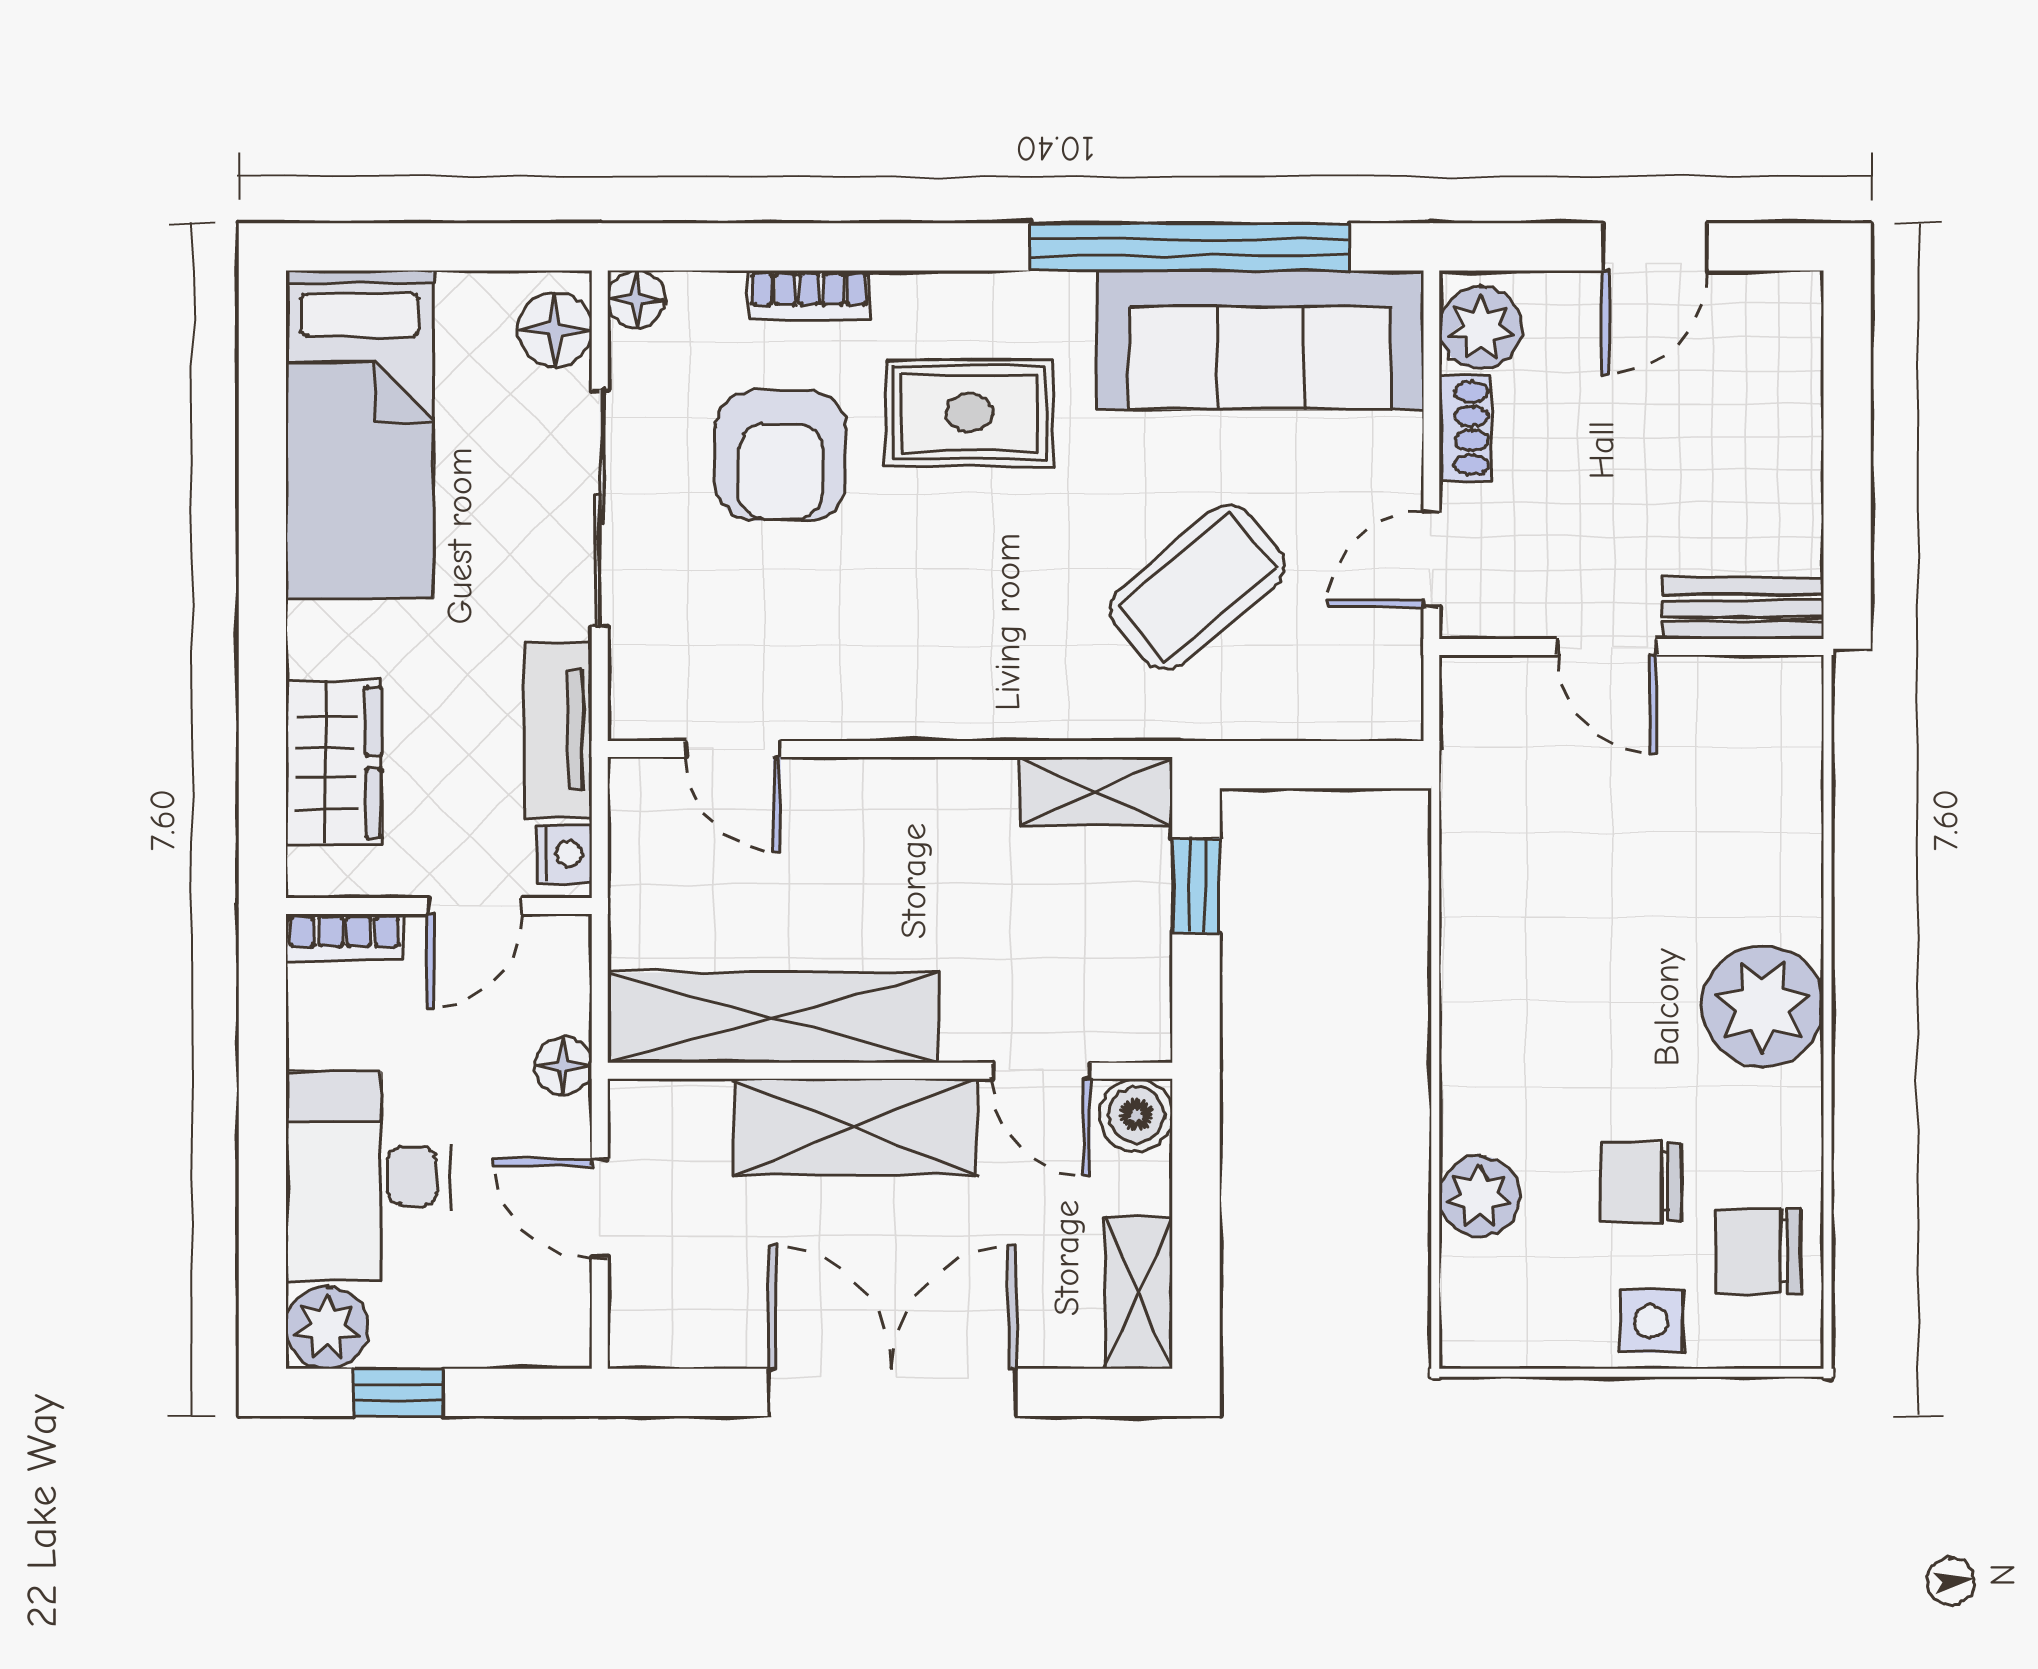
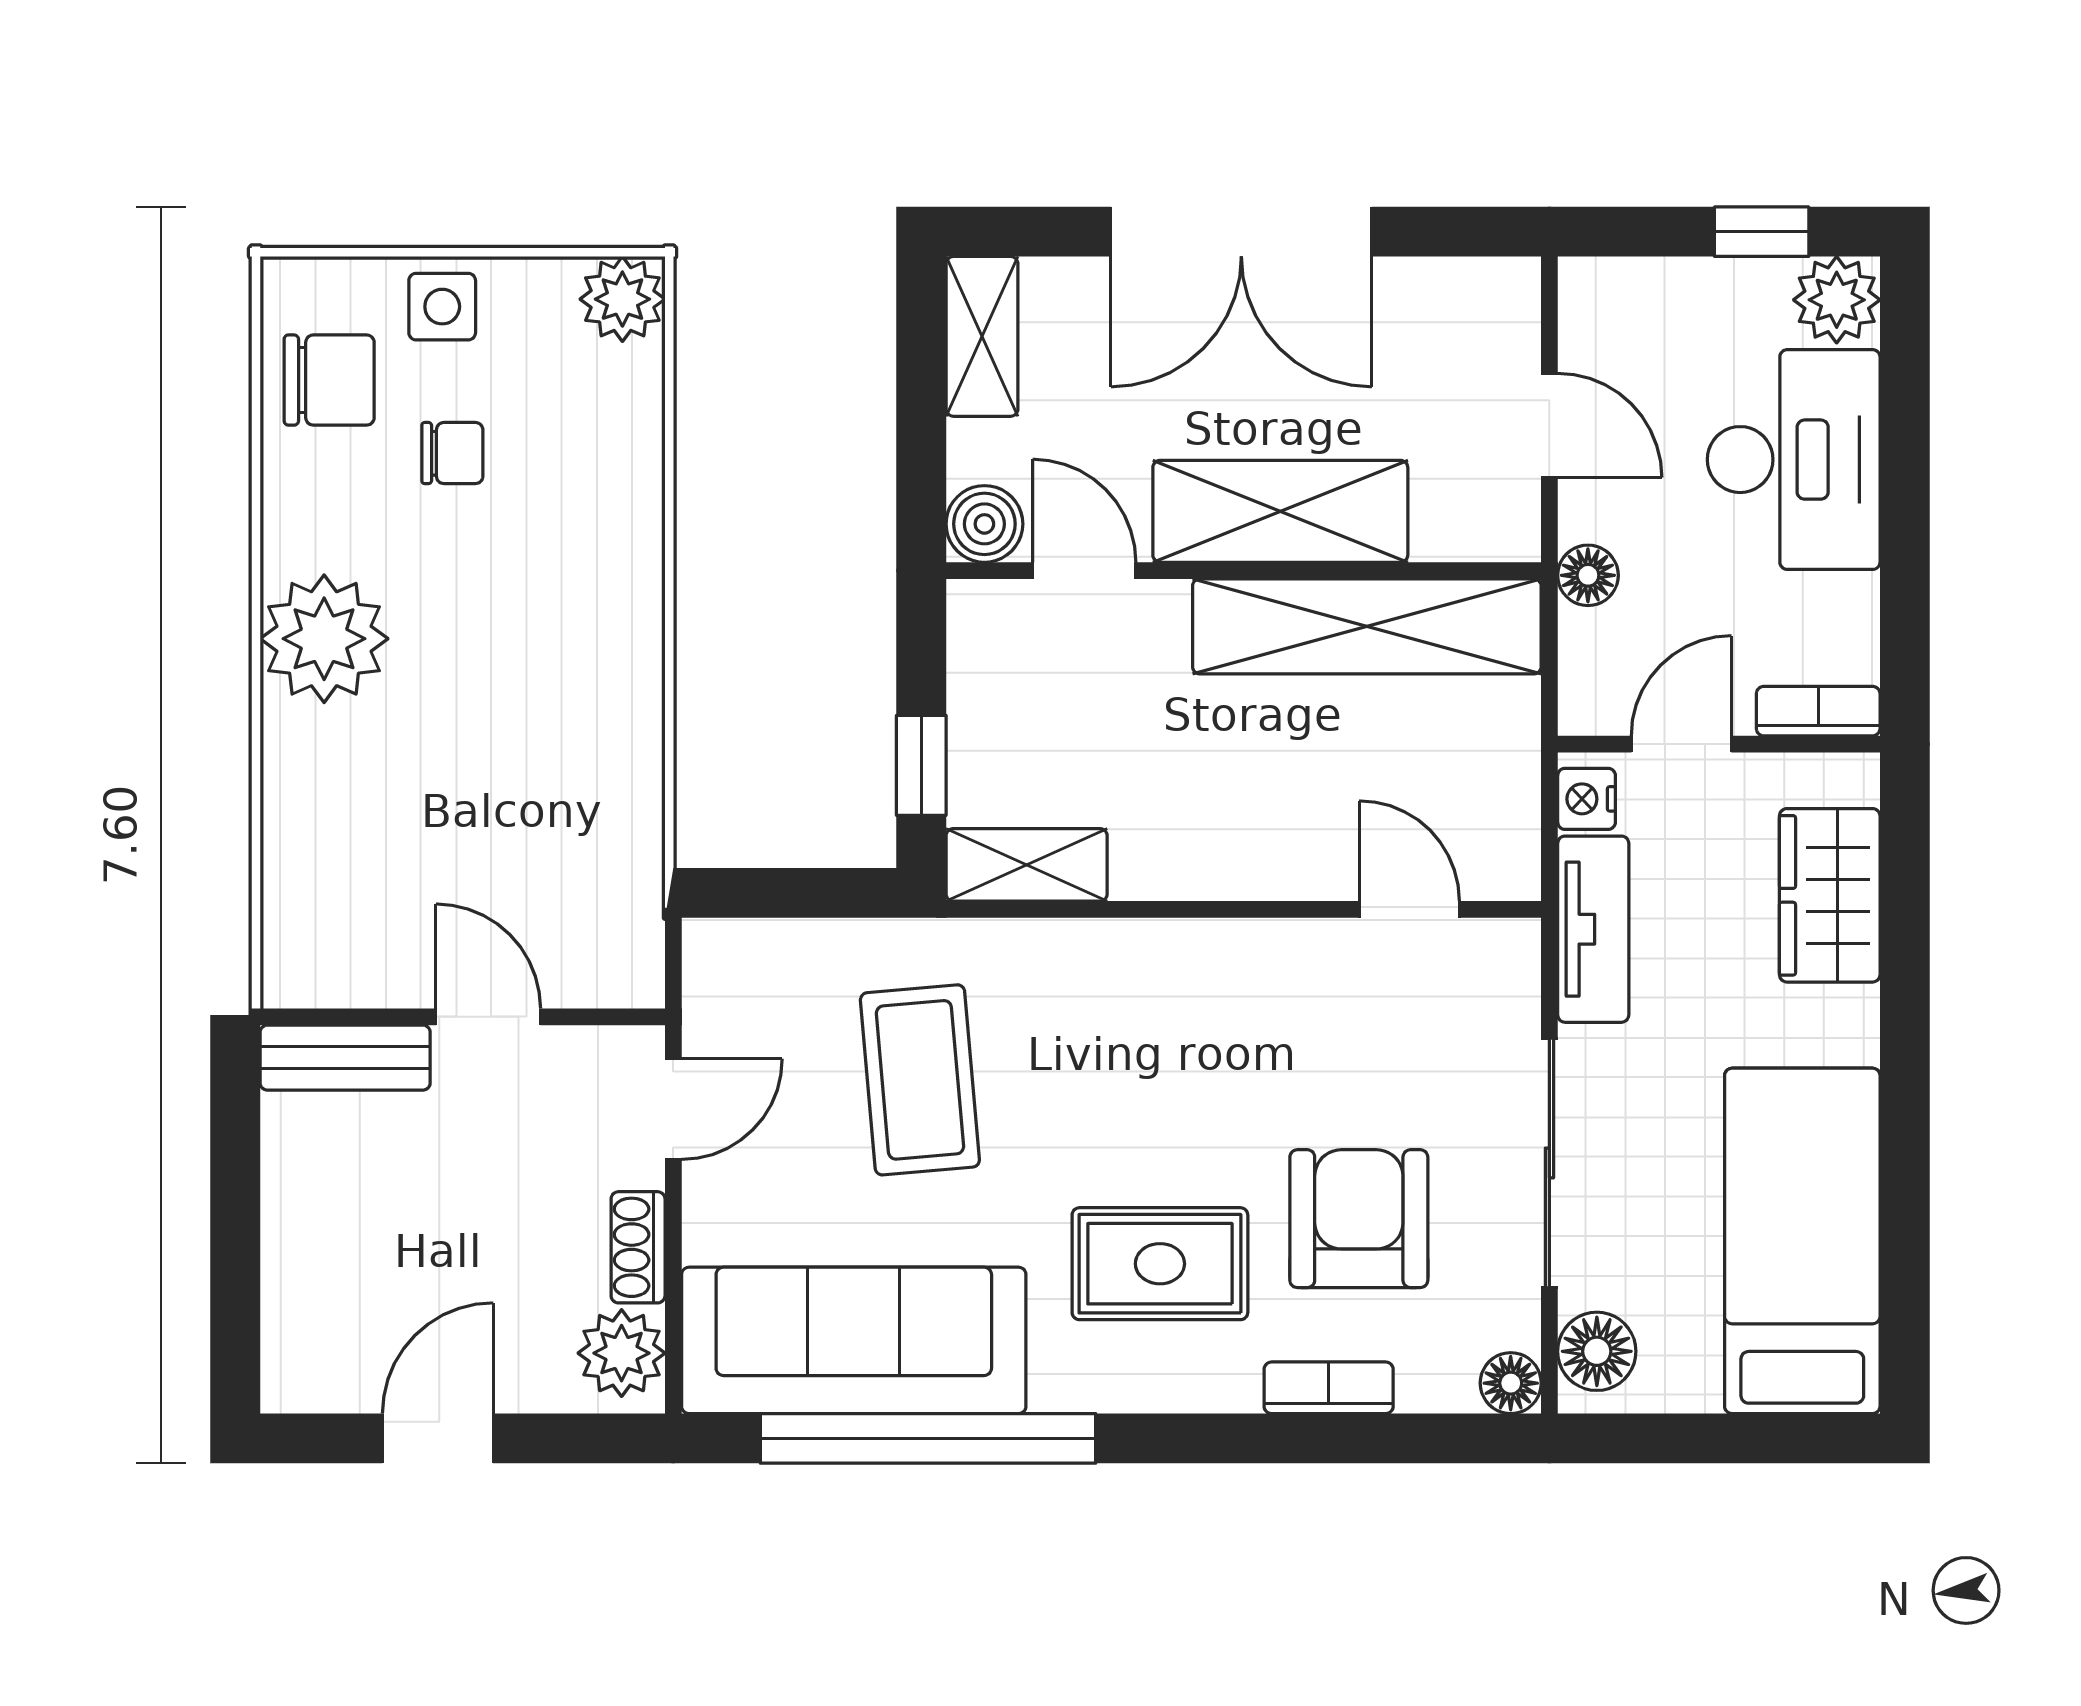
coffee table: (1197, 587) -> (920, 1080), turned -55
chair: (1641, 1182) -> (452, 453), width x0.73, depth x0.73
plant: (1480, 1196) -> (622, 299), moved

